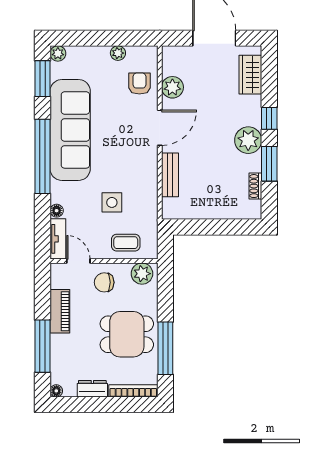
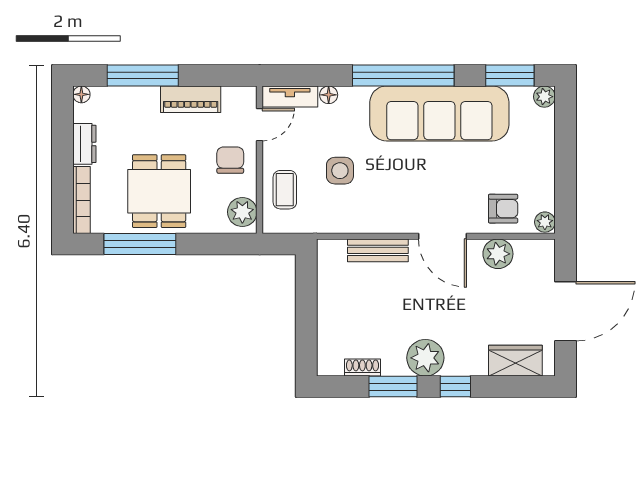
plant: (118, 53) -> (545, 222), moved

